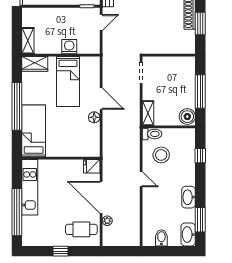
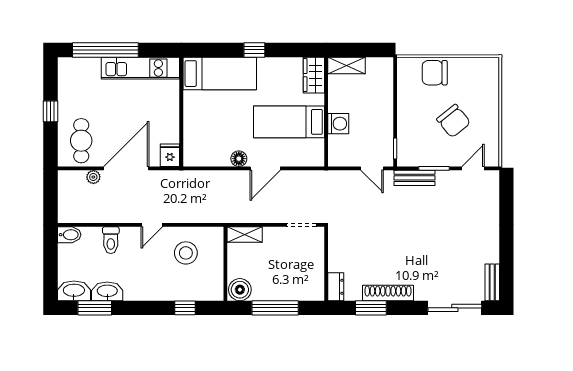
dresser: (185, 48) -> (336, 287), added
window: (17, 106) -> (254, 50), width x0.32
toilet: (152, 134) -> (111, 240), moved
washbasin: (189, 197) -> (107, 291), moved
bidet: (161, 238) -> (69, 235), moved

